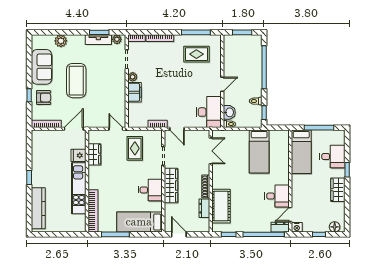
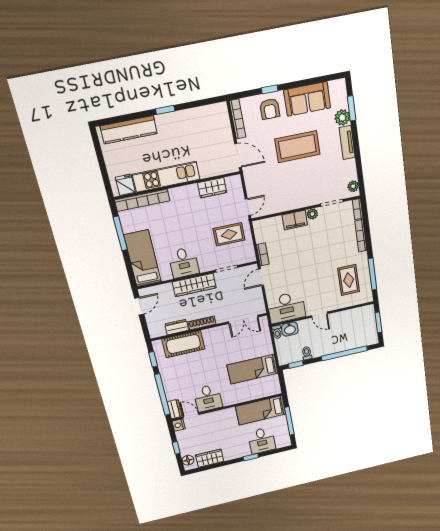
window: (99, 32) -> (352, 108), moved
tv unit: (98, 40) -> (347, 143), moved
fridge: (79, 155) -> (125, 185), moved
wardrobe: (338, 190) -> (210, 458), moved

